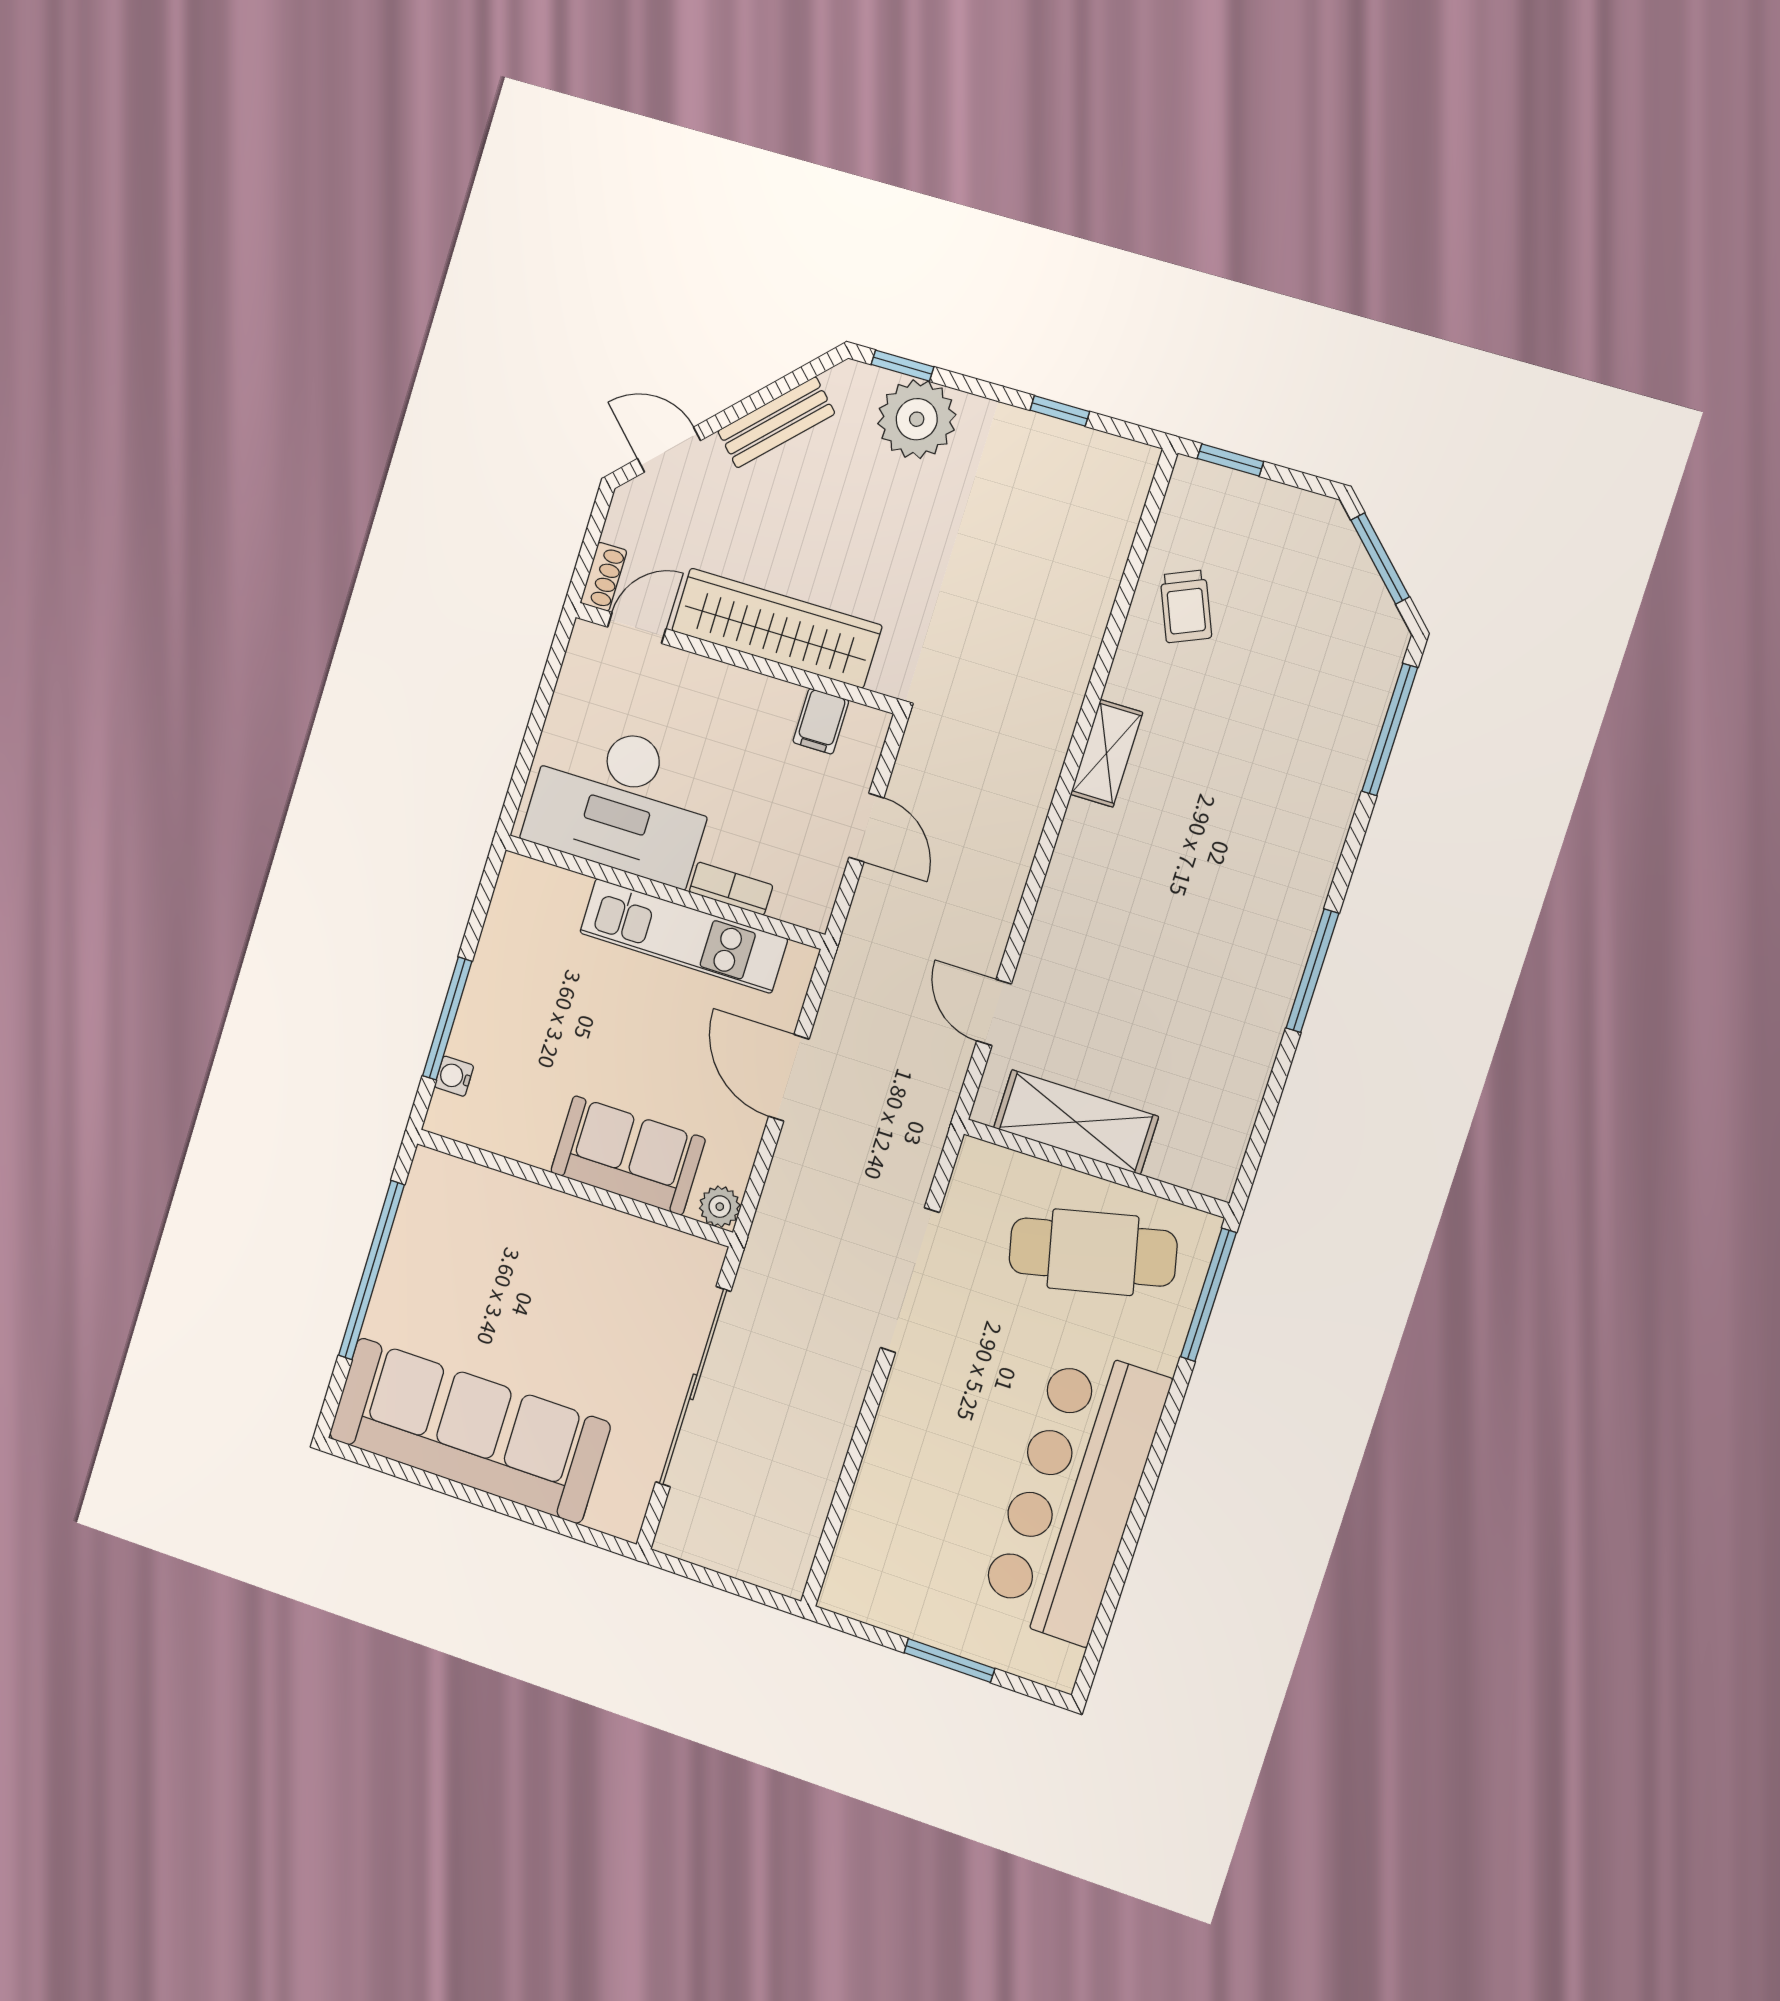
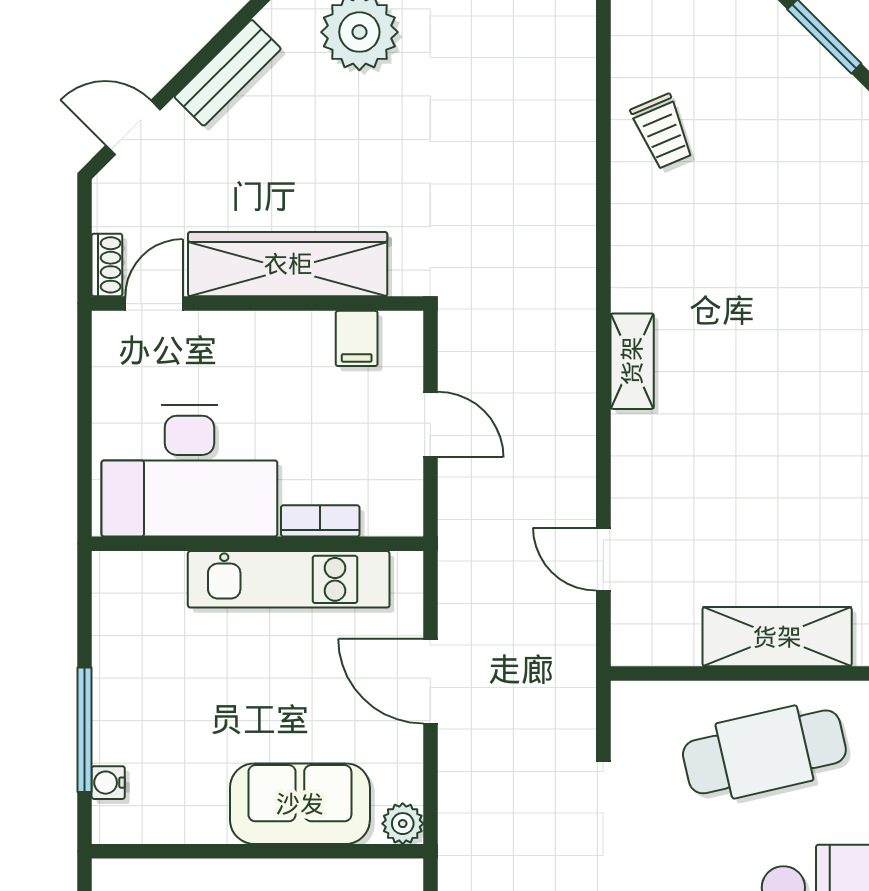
shelving: (1107, 753) -> (632, 361), moved
shelving: (1076, 1122) -> (777, 637), moved

